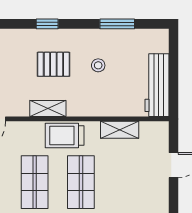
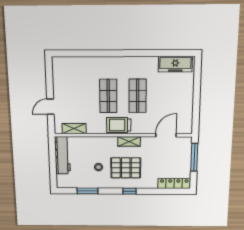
pallet: (53, 64) -> (126, 168), width x1.50, depth x1.42
shelving: (120, 130) -> (74, 129), moved
trolley: (65, 136) -> (119, 125), turned 180

